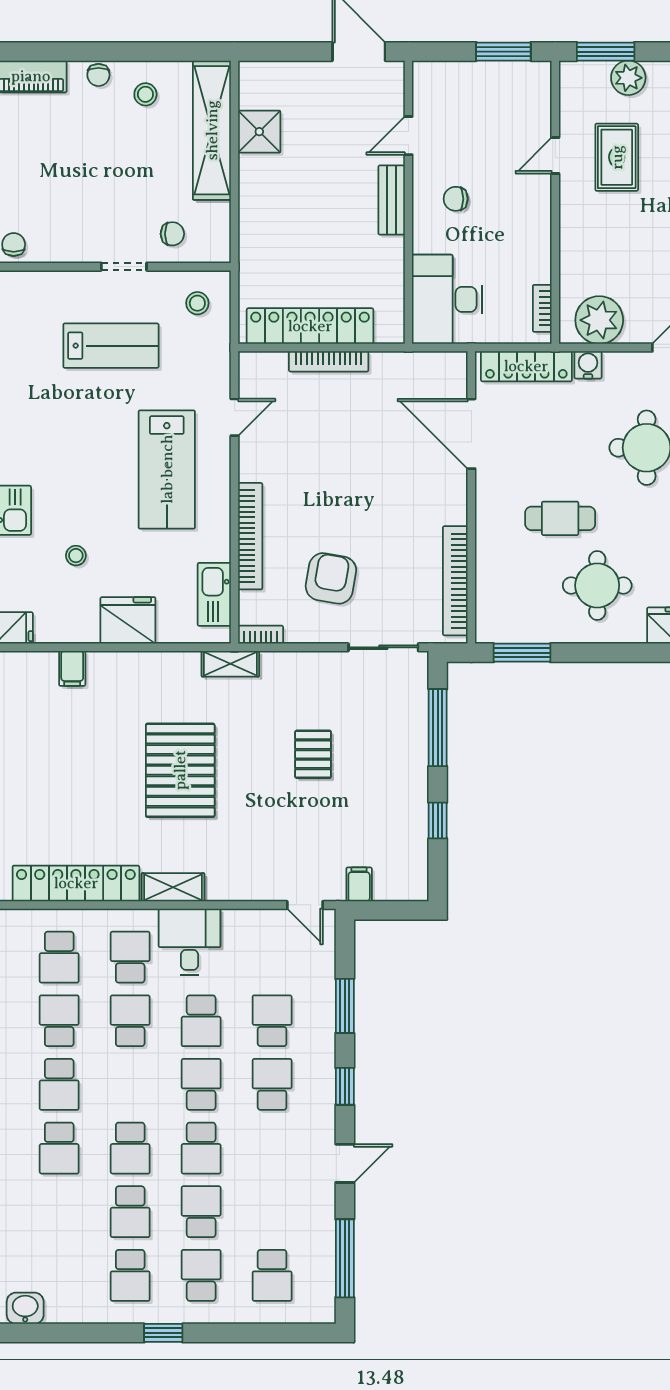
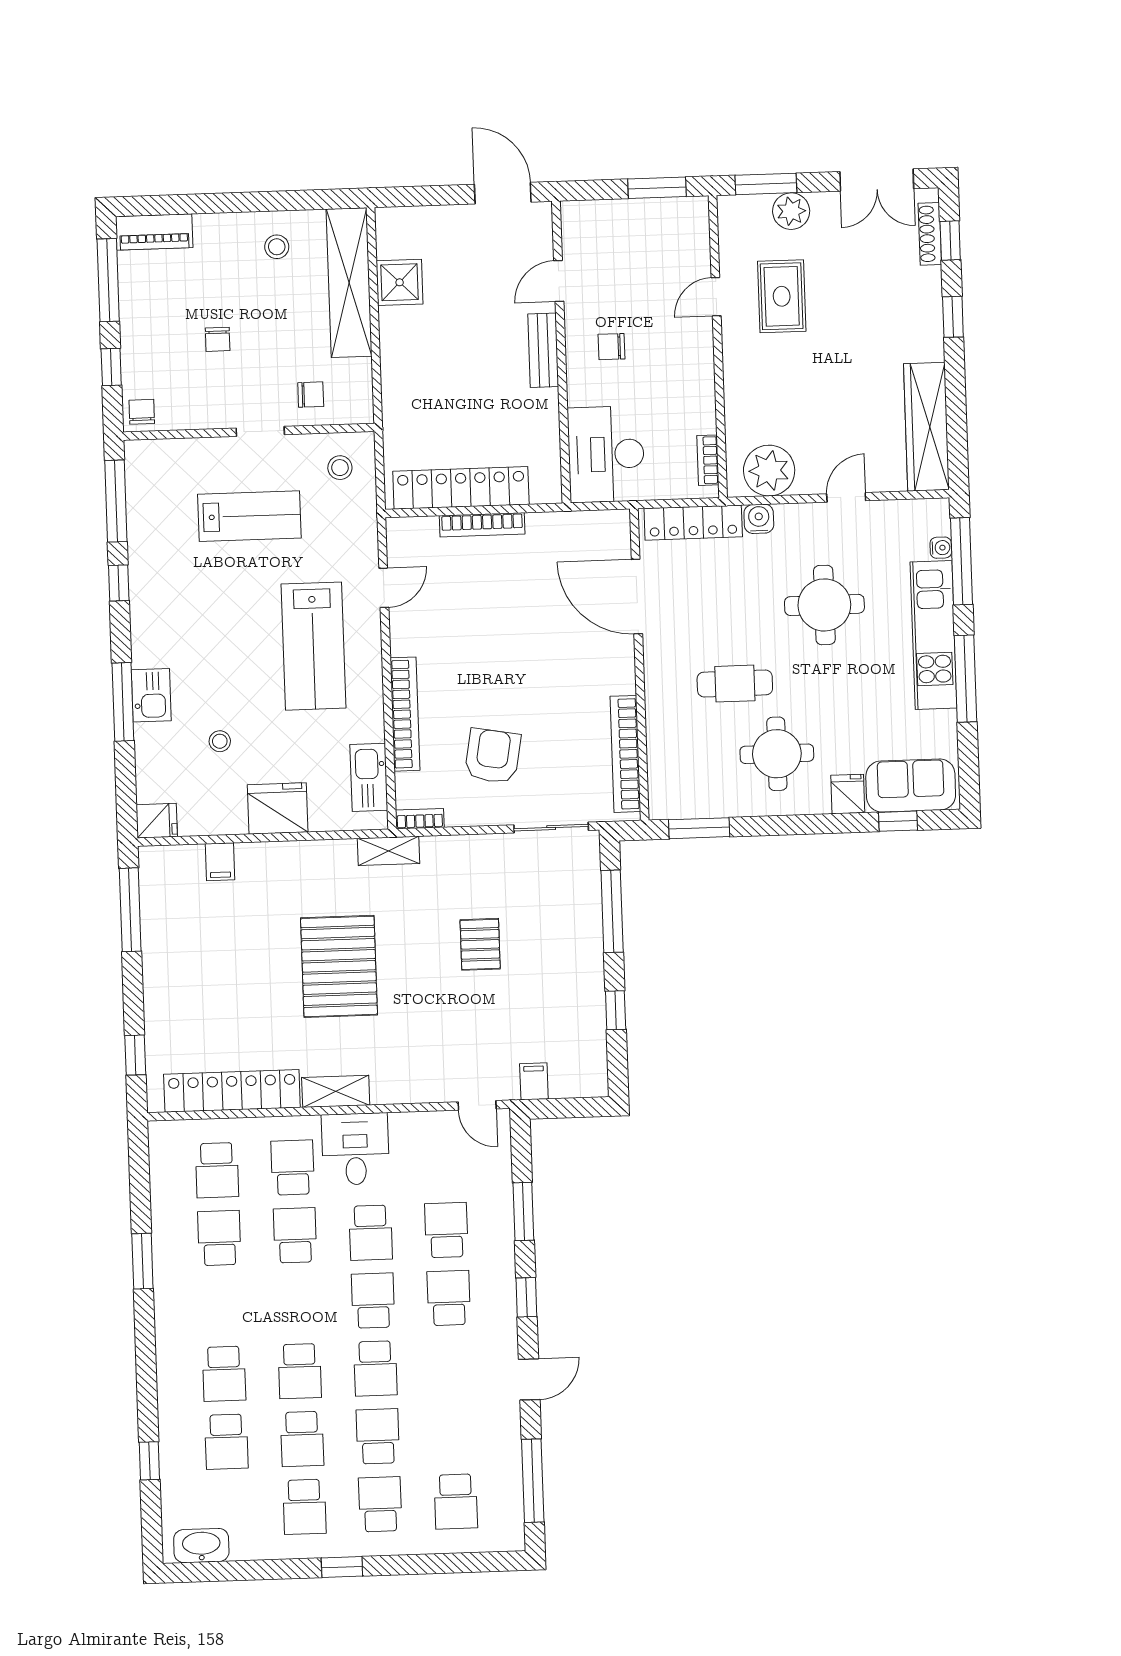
chair: (98, 75) -> (218, 339), moved
school desk: (59, 1084) -> (226, 1442), moved
washbasin: (25, 1308) -> (201, 1546), width x1.38

